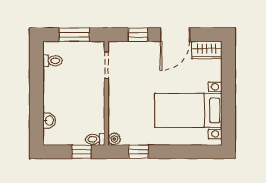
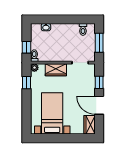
wardrobe: (118, 104) -> (56, 70), added

